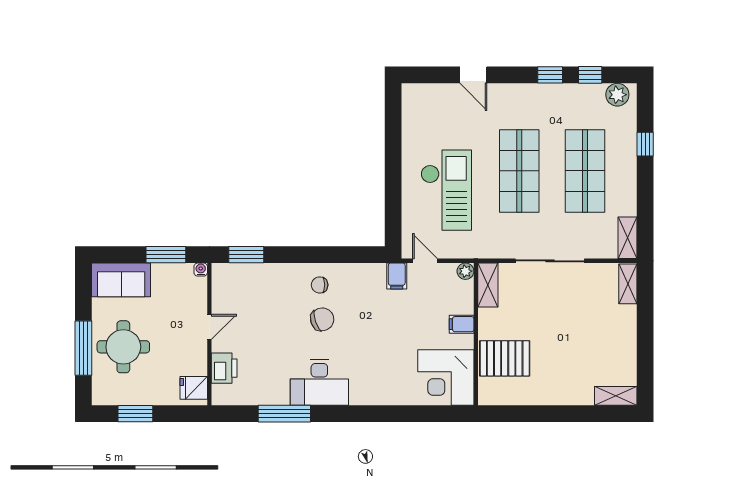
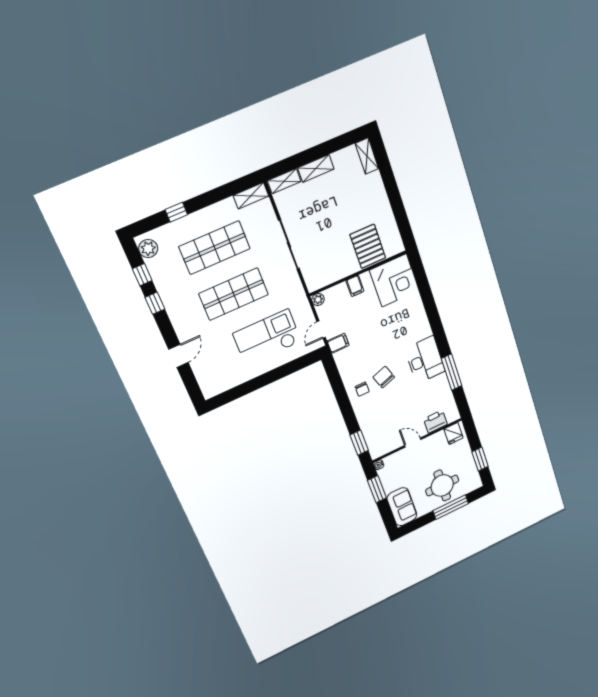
shelving: (488, 285) -> (316, 168), moved

